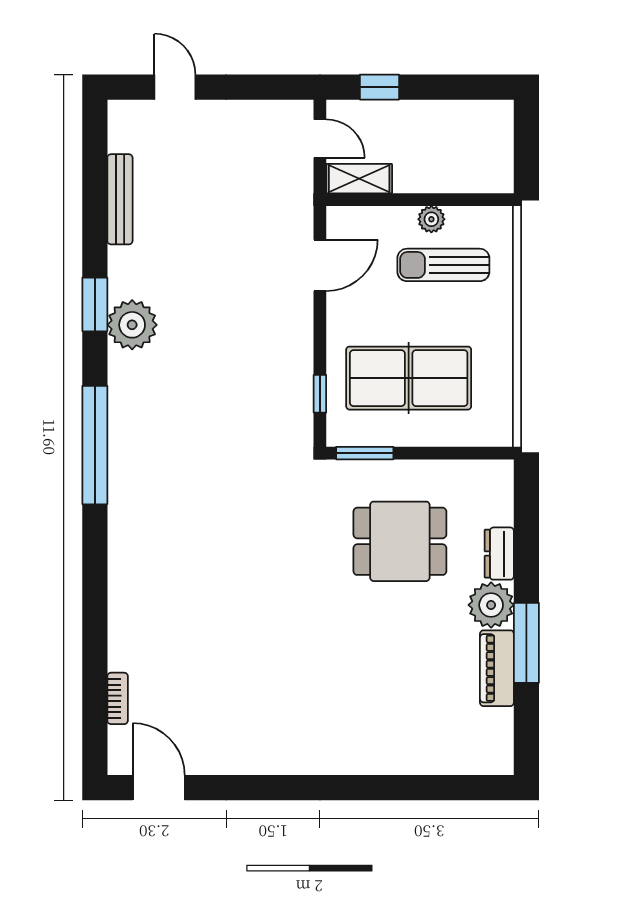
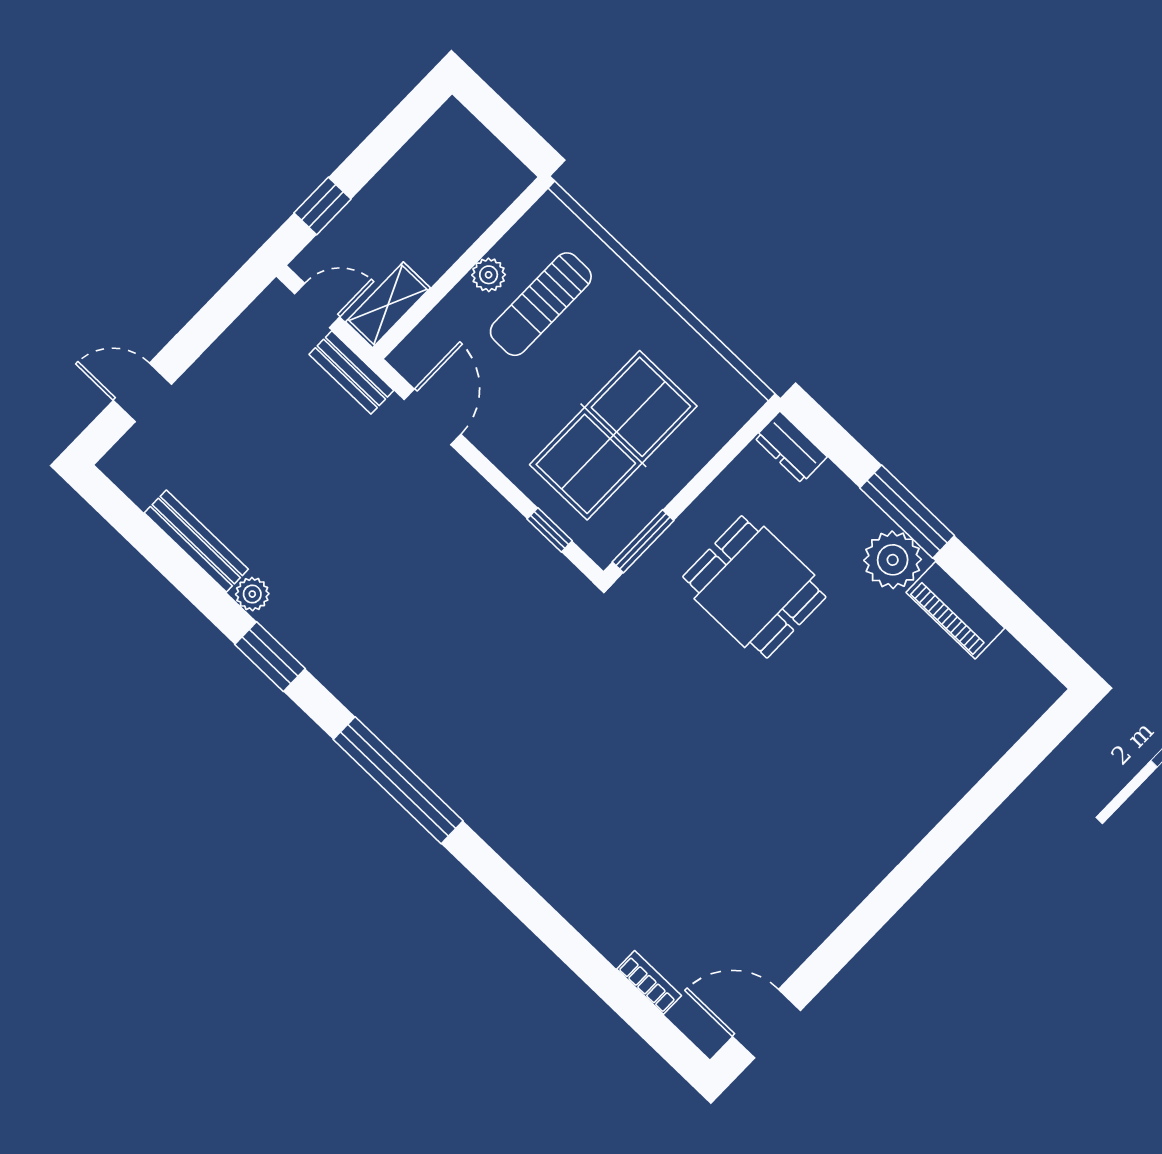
bench: (301, 195) -> (351, 372), added
plant: (132, 325) -> (252, 594), moved, width x0.53, depth x0.53
dining table: (400, 541) -> (754, 587), turned 90
dresser: (499, 554) -> (791, 447), moved
window: (526, 643) -> (907, 512), moved

